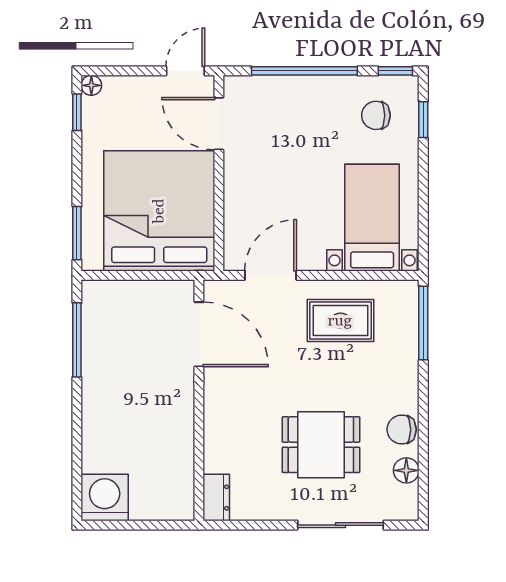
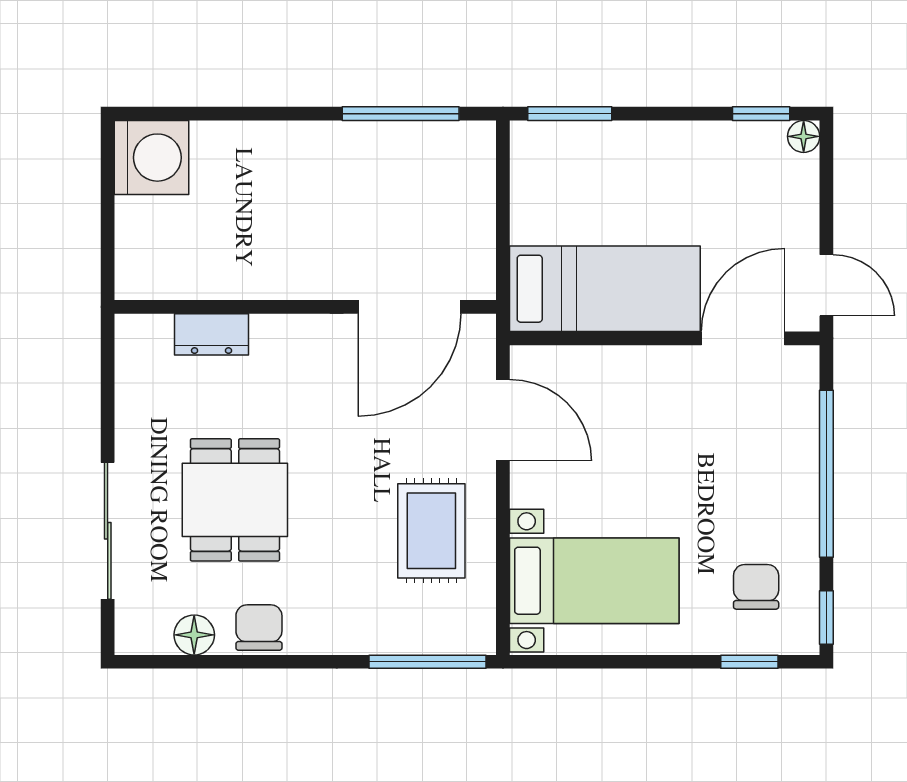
bed: (159, 211) -> (605, 289), width x0.49
dresser: (216, 498) -> (212, 334), moved

